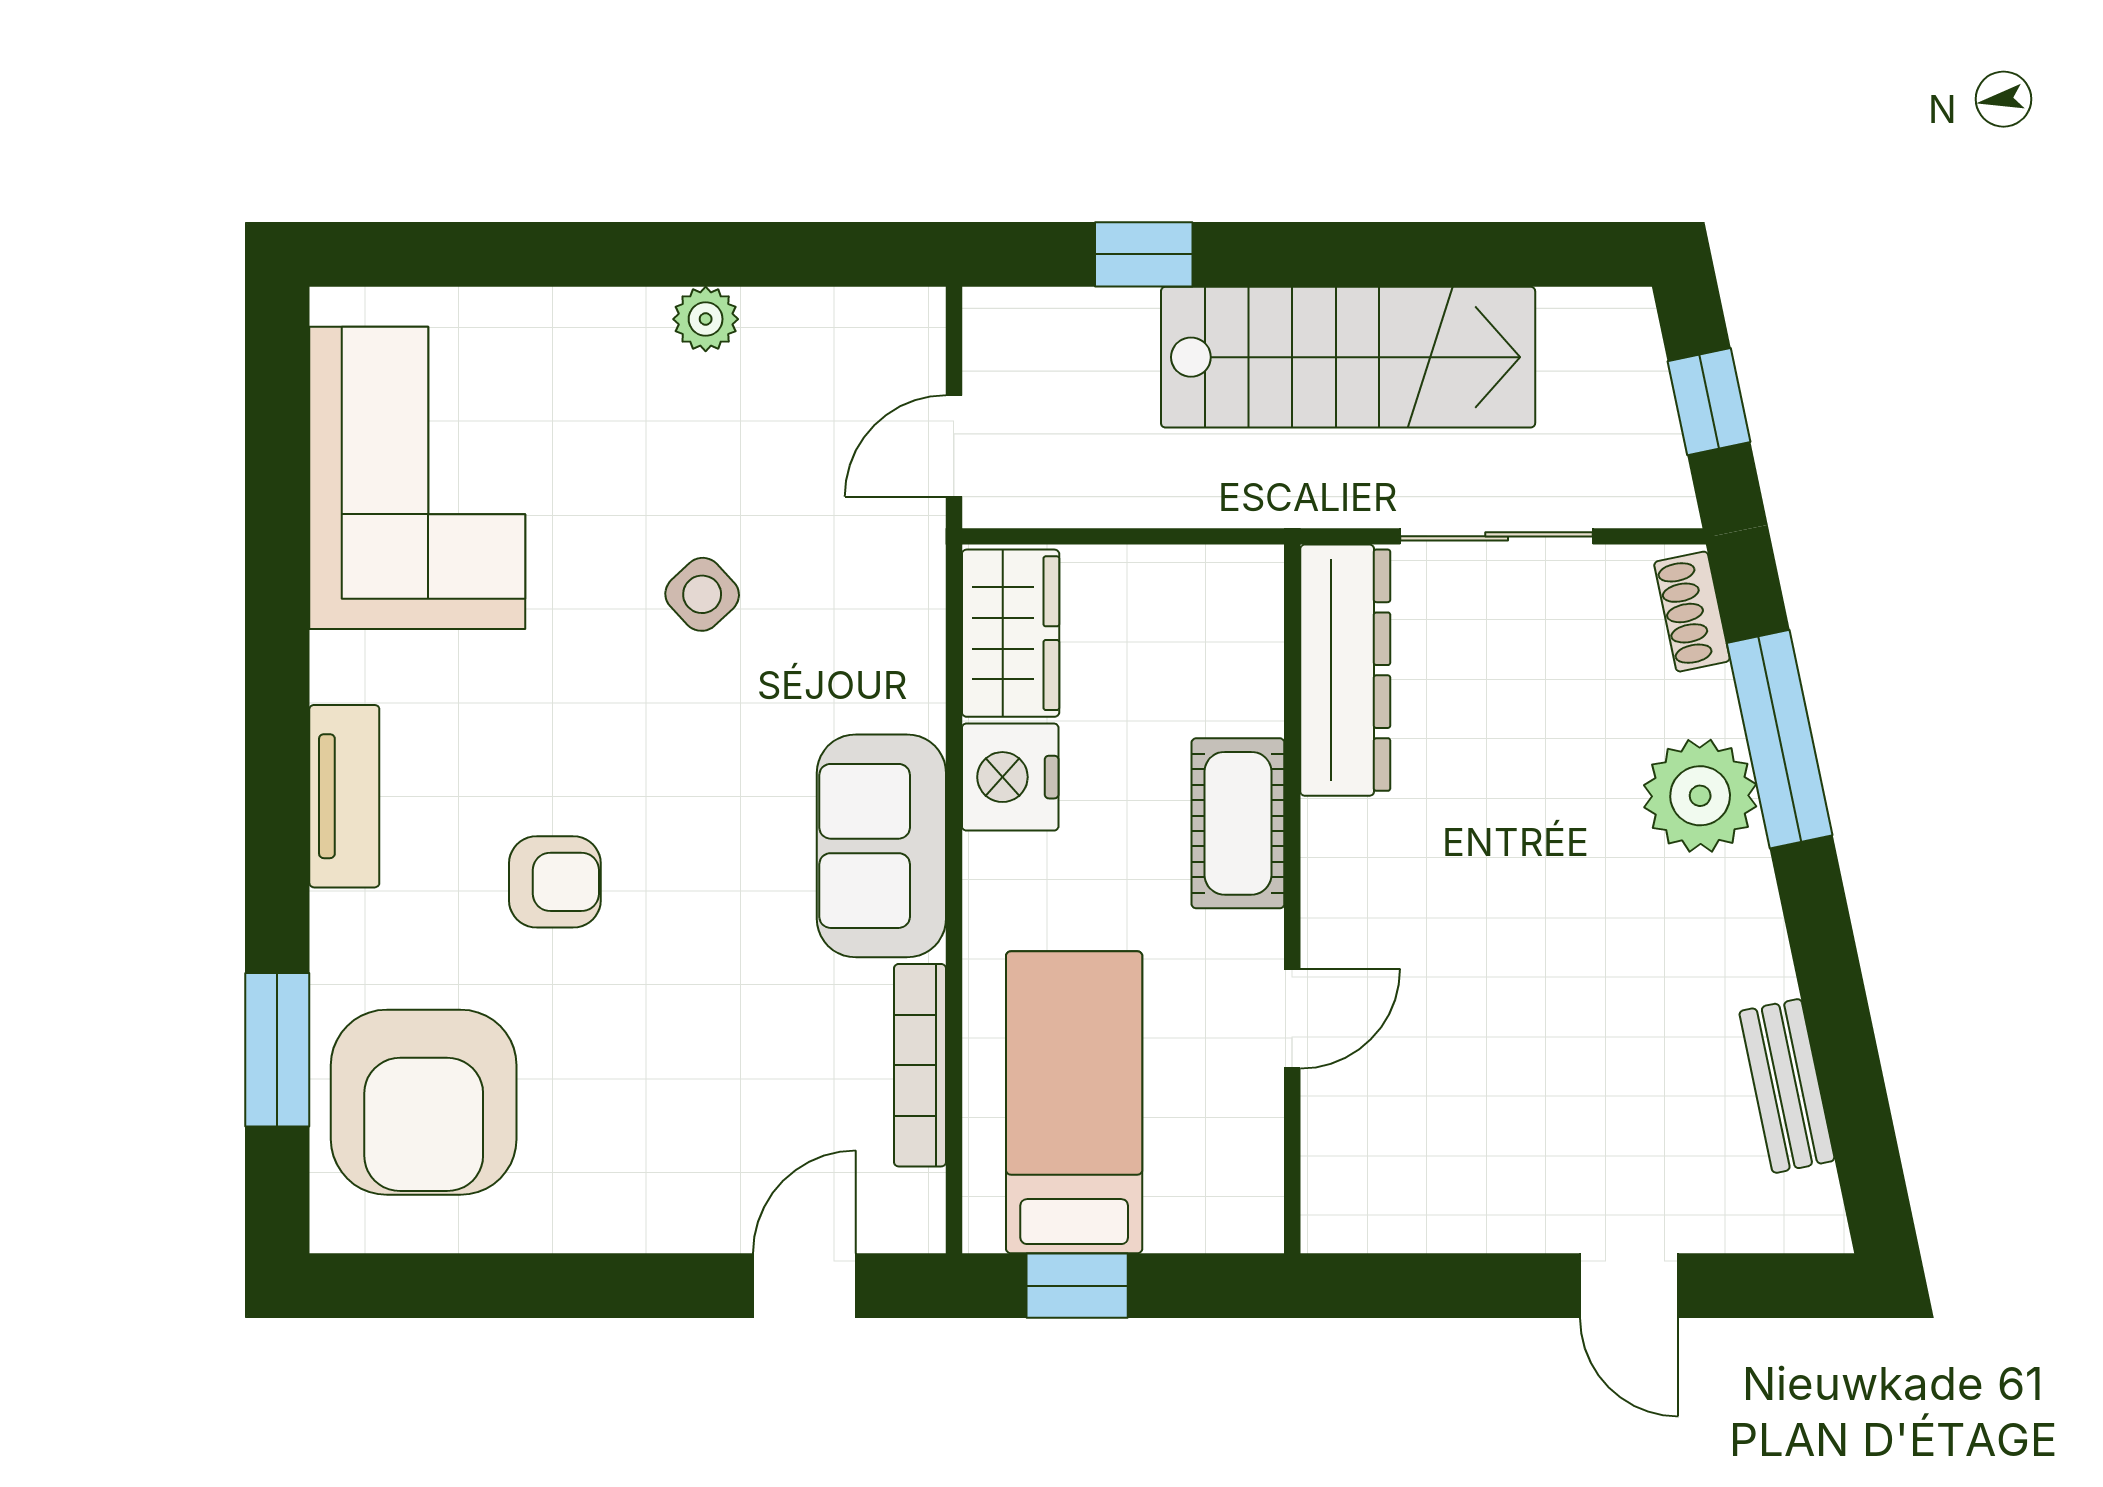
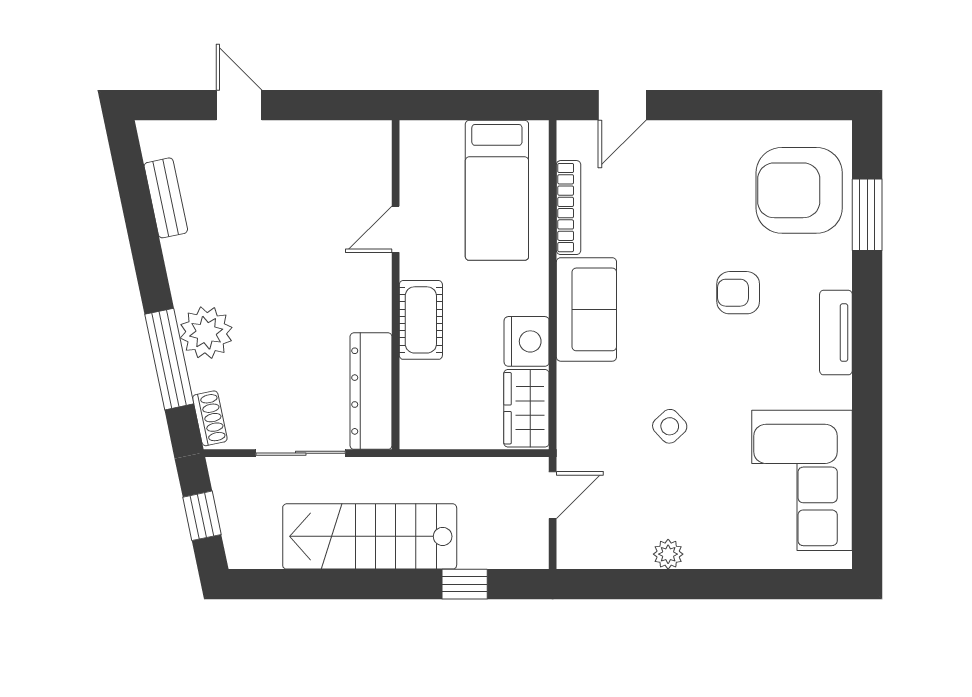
armchair: (424, 1102) -> (799, 190), turned -90
window: (1077, 1286) -> (496, 105), removed

